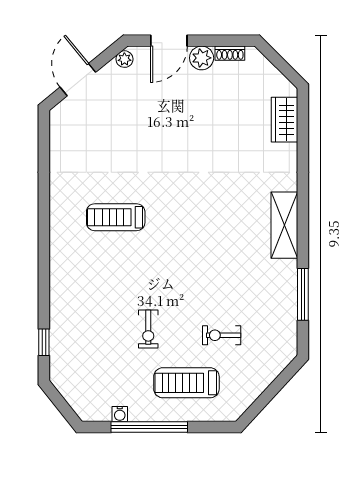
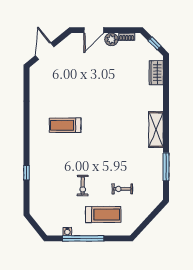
plant: (124, 59) -> (70, 40), removed
window: (282, 65) -> (155, 43), added
window: (44, 342) -> (26, 173), moved
treadmill: (186, 383) -> (103, 215), turned 180

